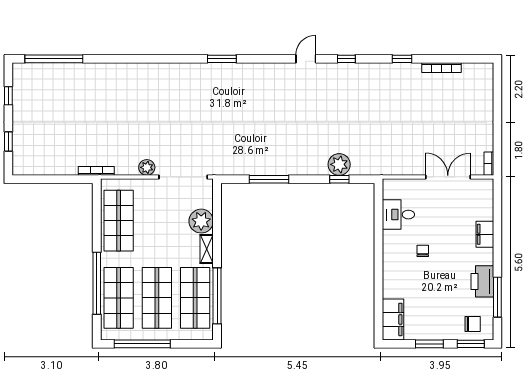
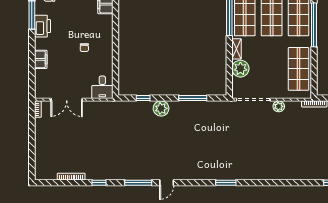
window: (346, 59) -> (138, 183), width x2.17
plant: (339, 164) -> (161, 108), moved
desk: (398, 215) -> (102, 87), moved, turned 90

